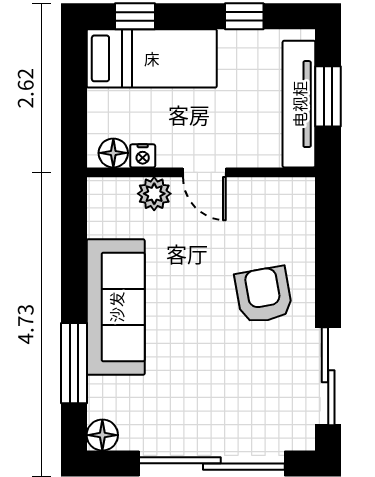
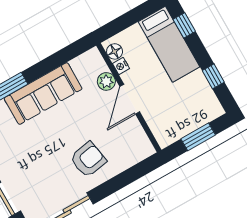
tv unit: (299, 104) -> (187, 125), removed
door: (204, 172) -> (130, 99), width x1.38

